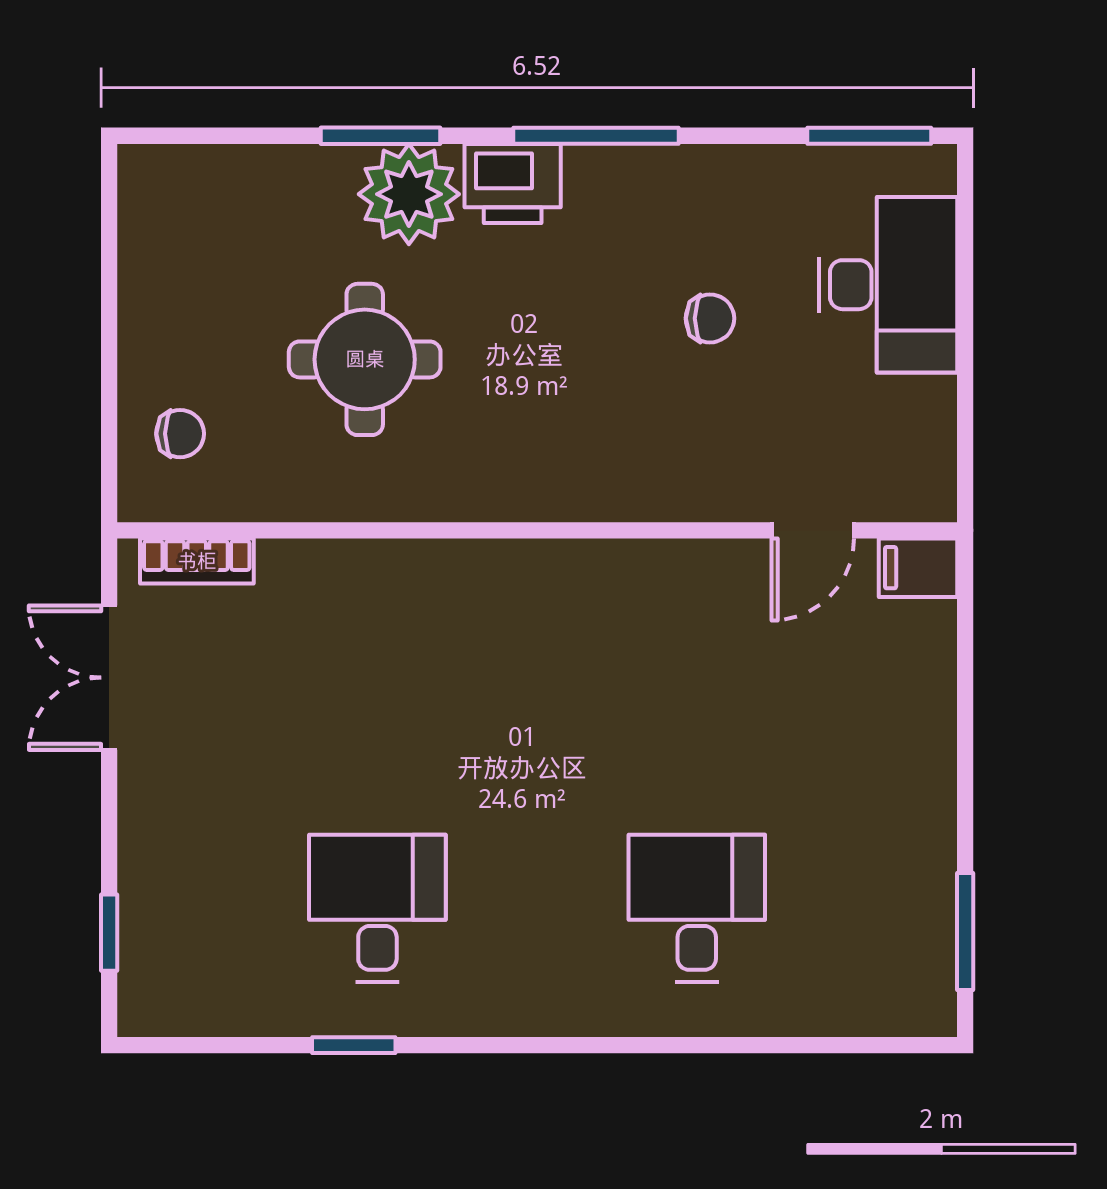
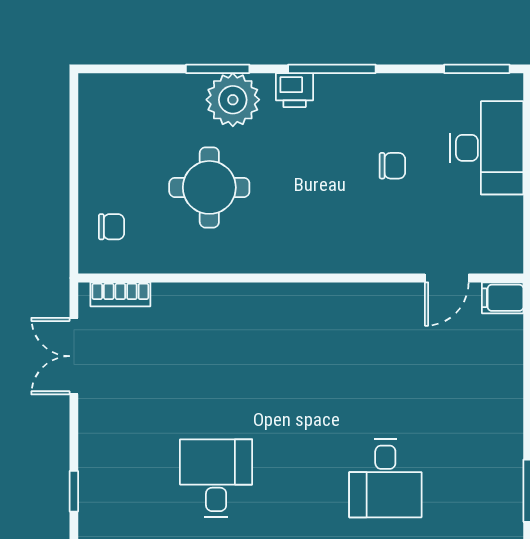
printer: (513, 183) -> (295, 90), width x0.73, depth x0.81
desk: (697, 908) -> (385, 478), turned 180

